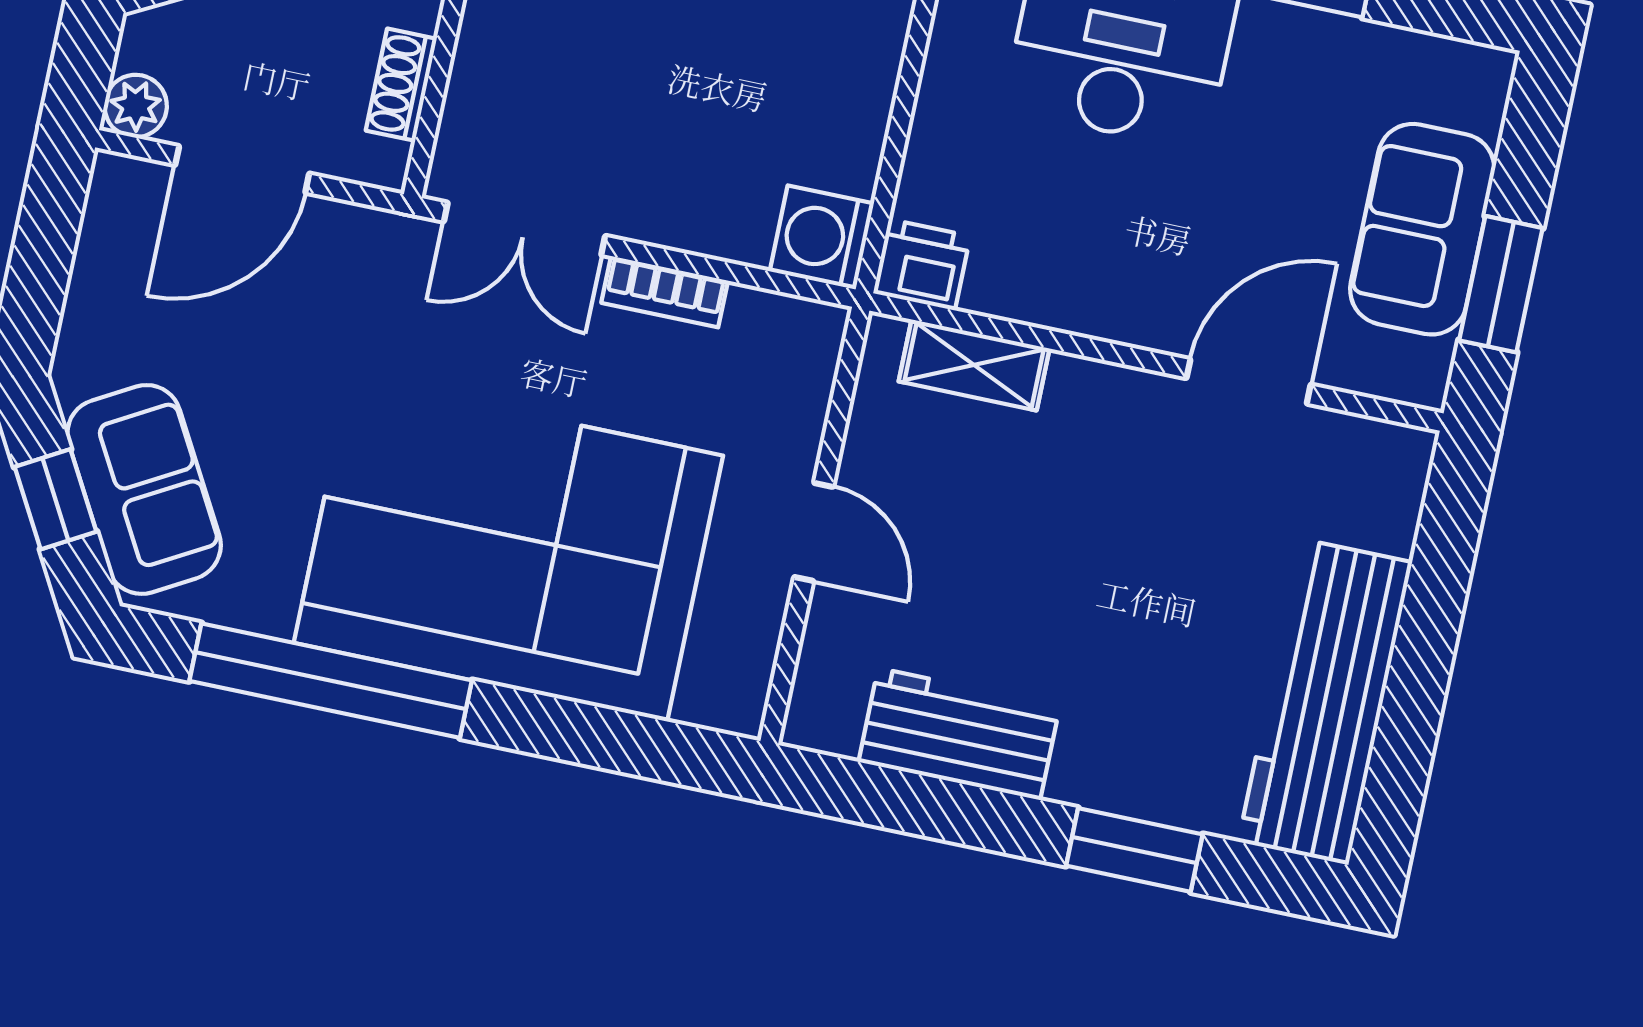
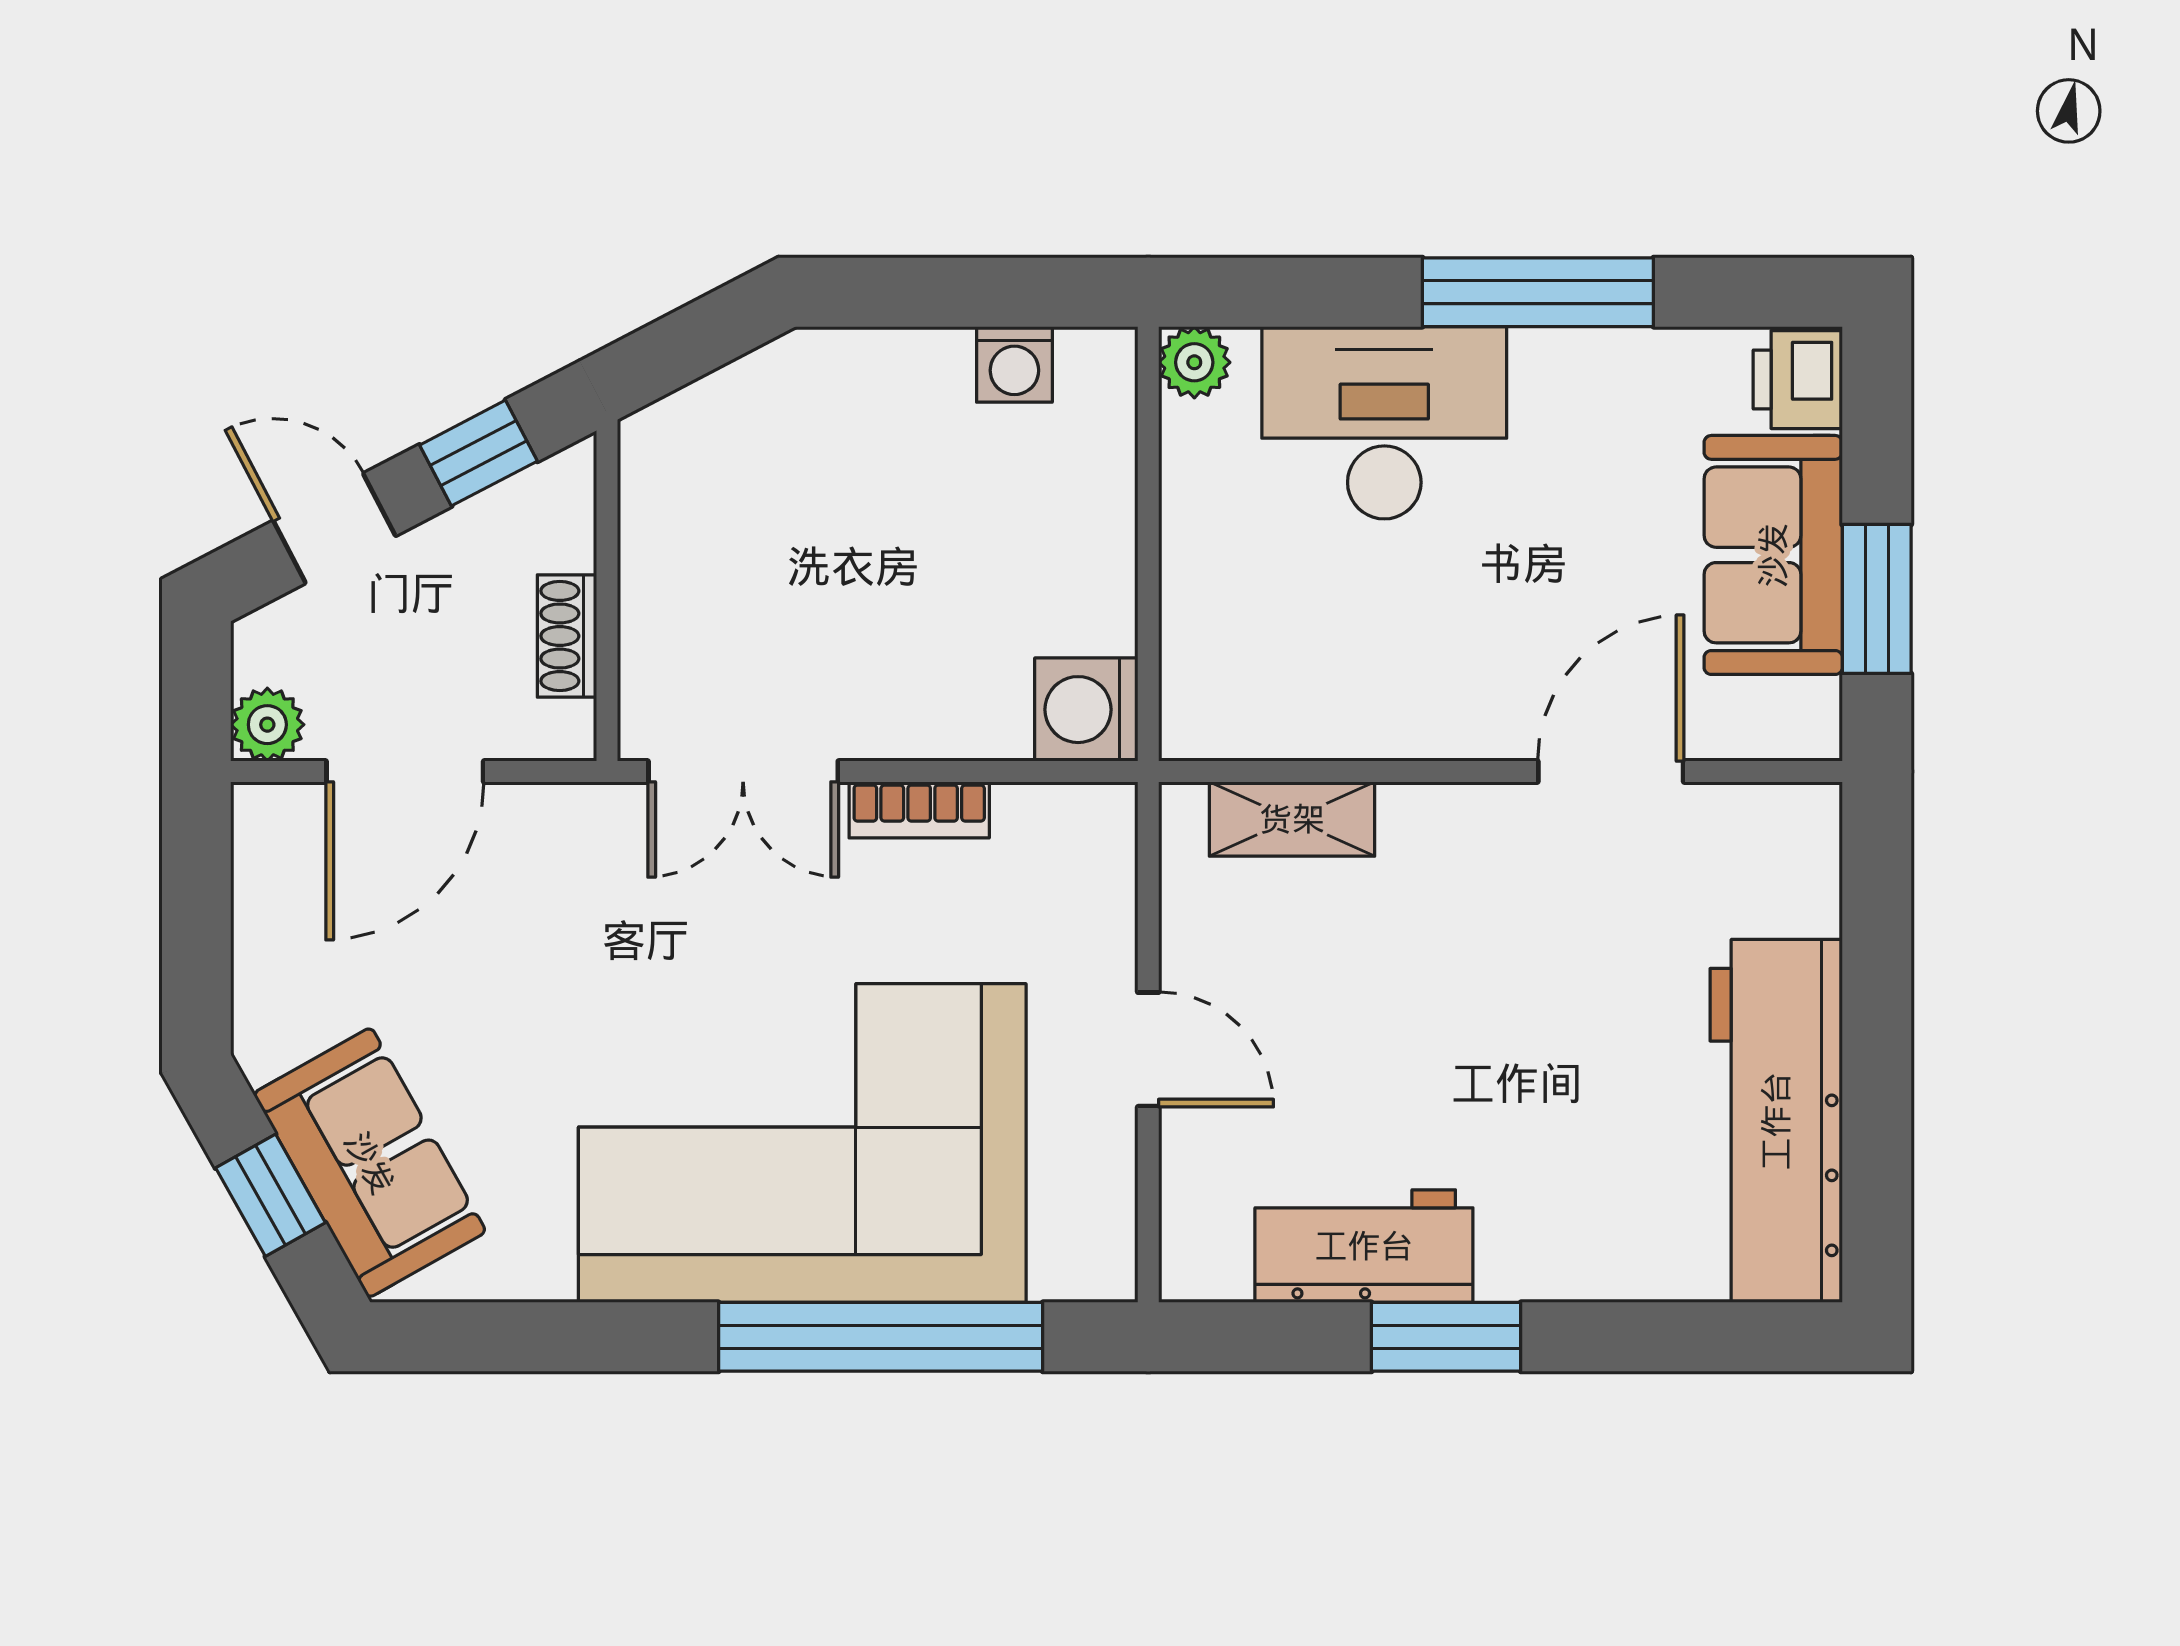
printer: (922, 265) -> (1798, 380), moved, turned -90
window: (331, 681) -> (881, 1337), moved
window: (1134, 850) -> (1446, 1337), moved

